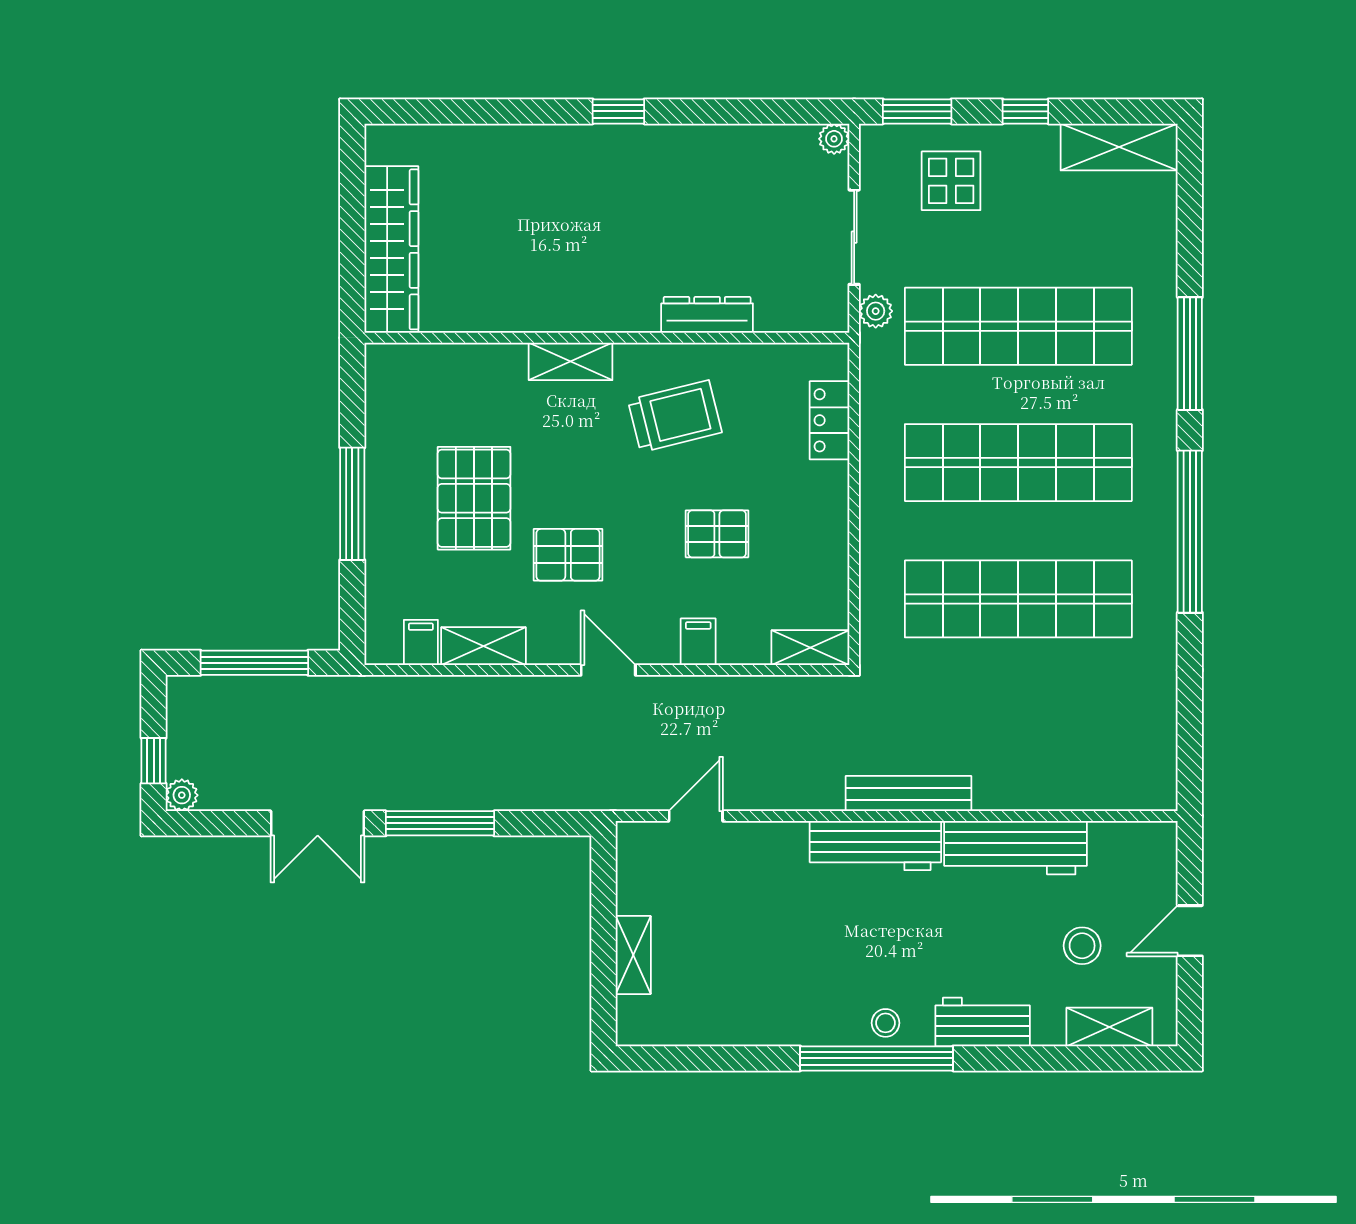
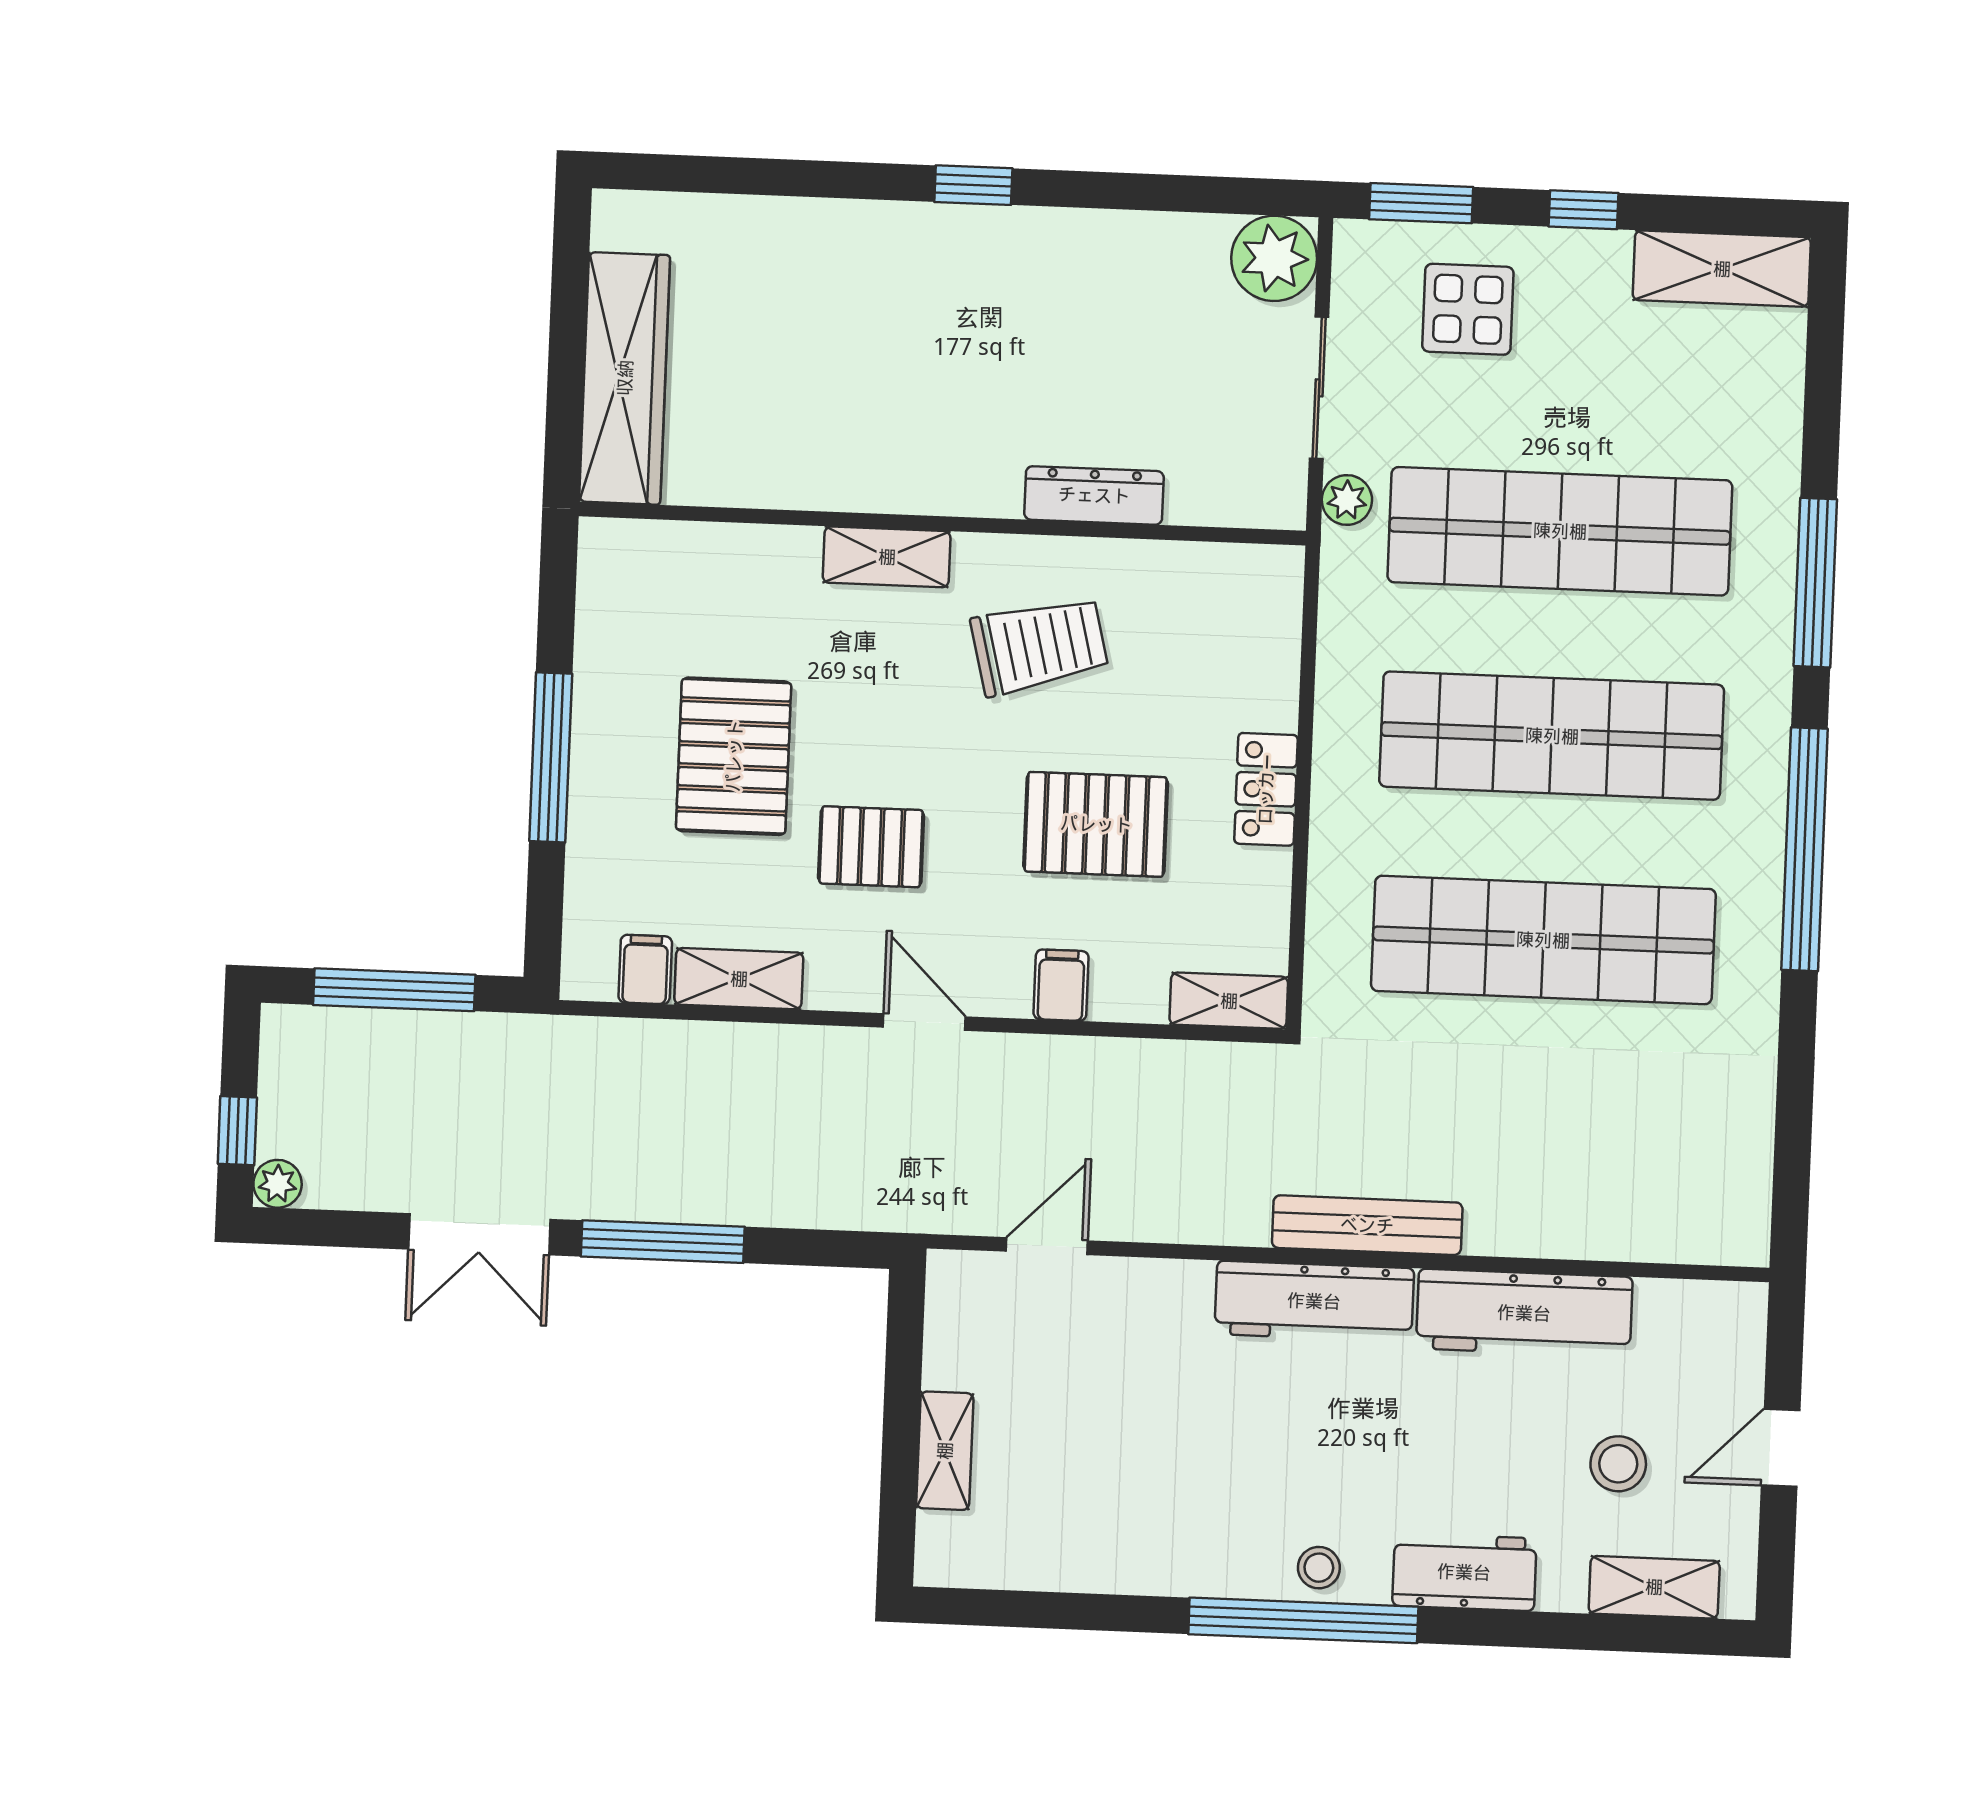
plant: (834, 139) -> (1274, 258), width x1.87, depth x1.87
locker: (829, 420) -> (1266, 789), moved
pallet: (717, 534) -> (1096, 824), width x1.50, depth x1.42

